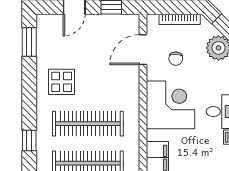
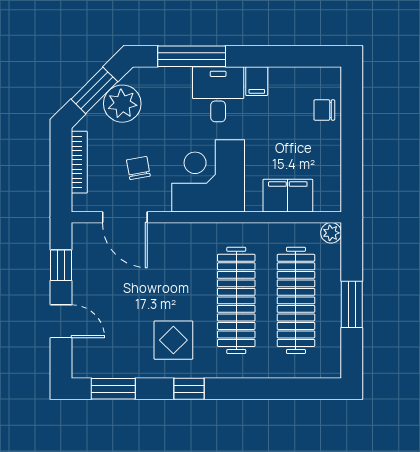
chair: (176, 59) -> (138, 168), turned -102
window: (29, 141) -> (189, 389), moved

